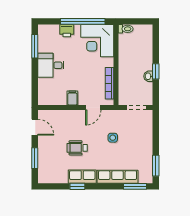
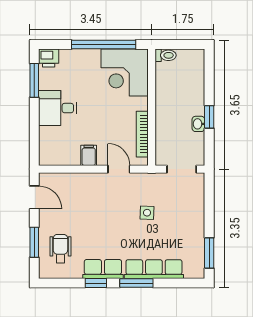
printer: (67, 31) -> (49, 58), moved
door: (93, 108) -> (119, 169), swing flipped
wheelchair: (77, 148) -> (60, 249), moved, turned 90
window: (135, 186) -> (136, 283), moved

